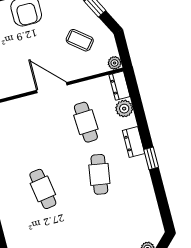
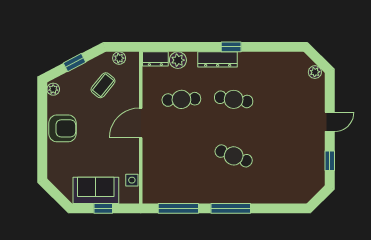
plant: (115, 63) -> (119, 58), moved
dresser: (134, 142) -> (218, 59), width x1.44
cafe table: (43, 189) -> (234, 156), turned 30

